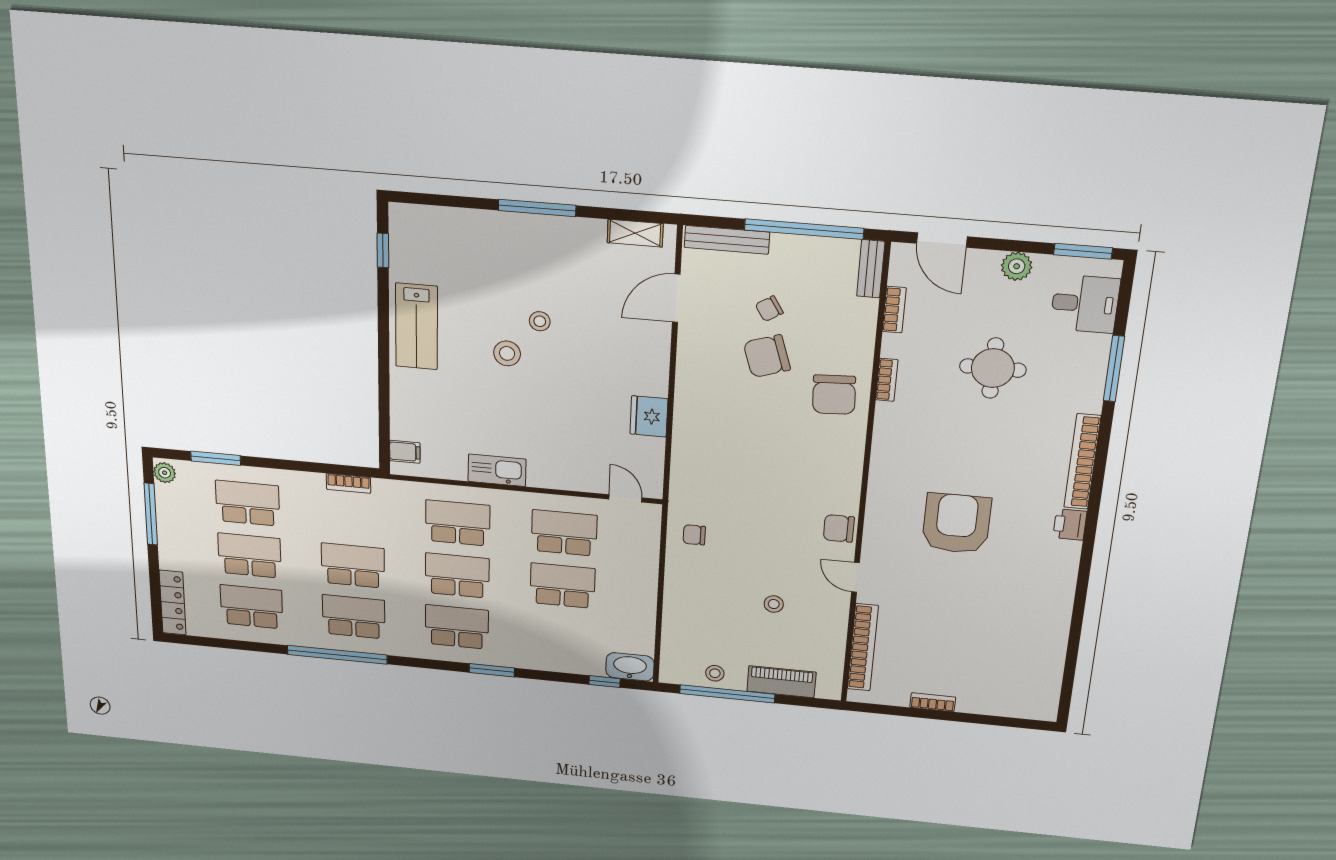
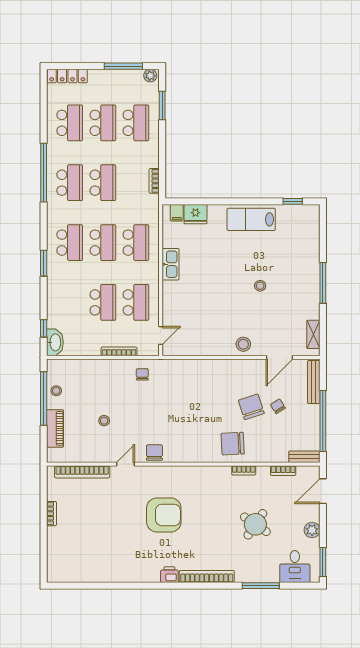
door: (676, 298) -> (279, 357), swing flipped
stool: (507, 353) -> (243, 344), moved
round table: (993, 368) -> (255, 524), turned 34
fridge: (649, 416) -> (196, 214), moved, turned 180
bookcase: (651, 568) -> (119, 351), added

